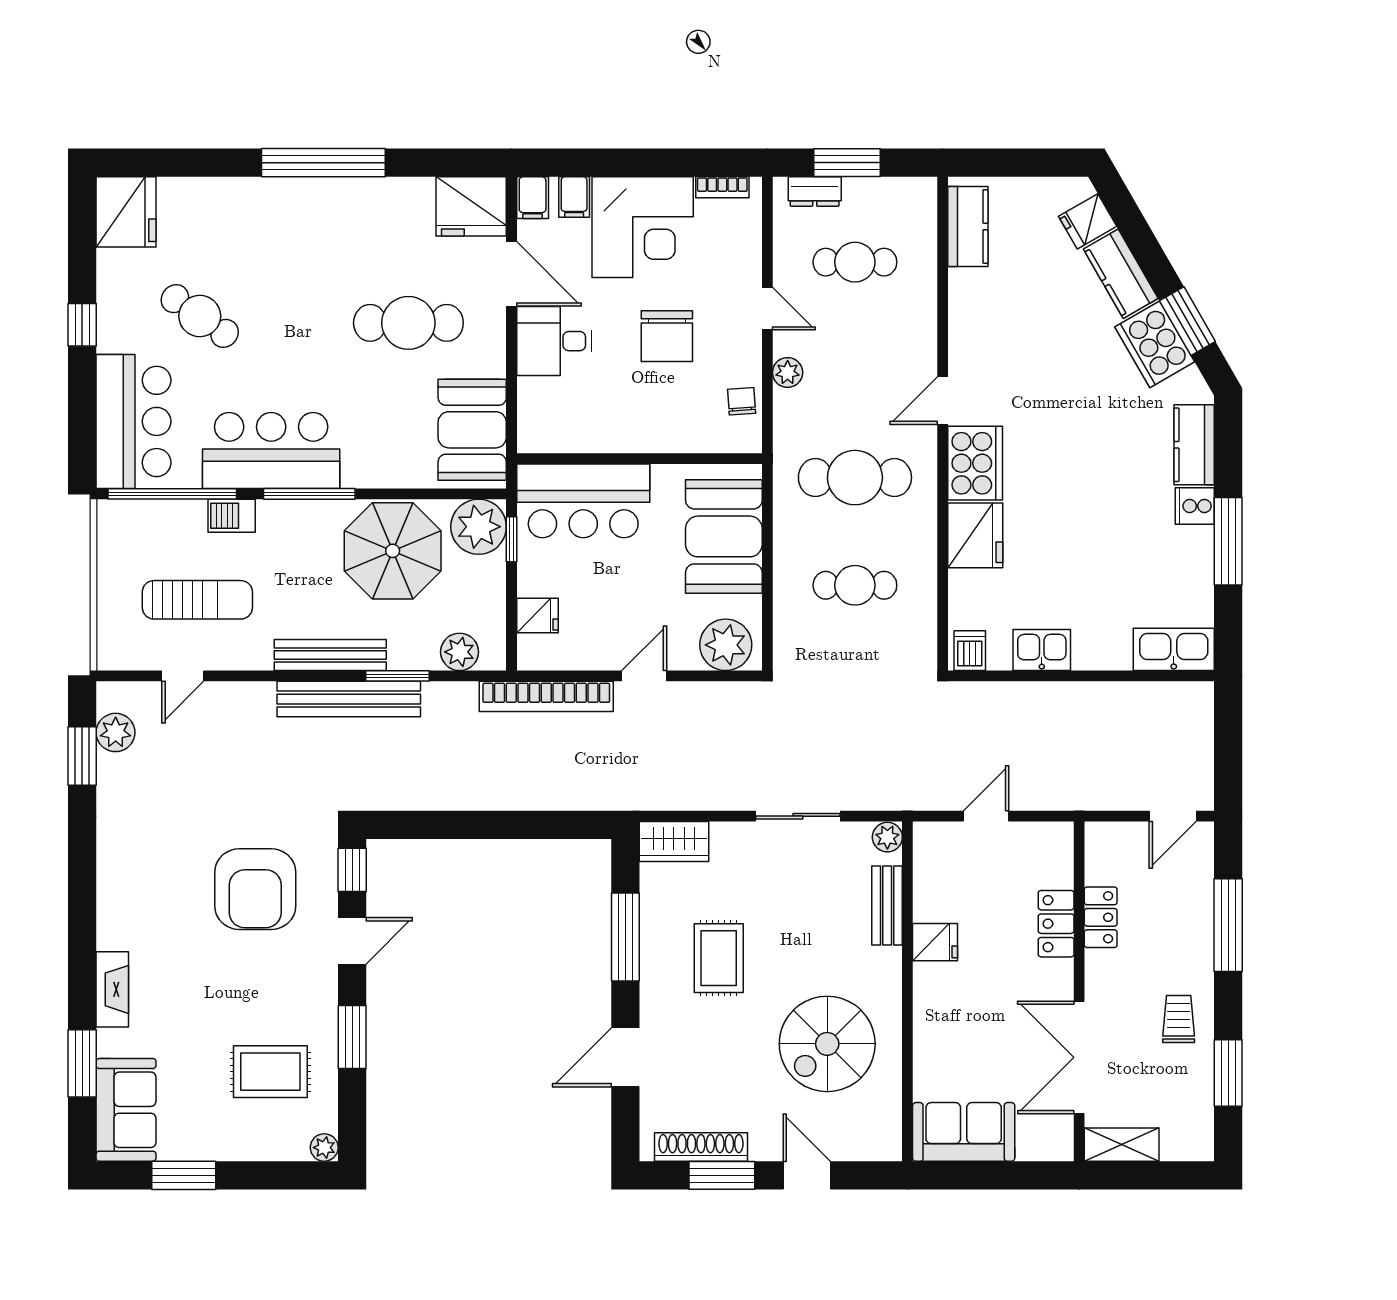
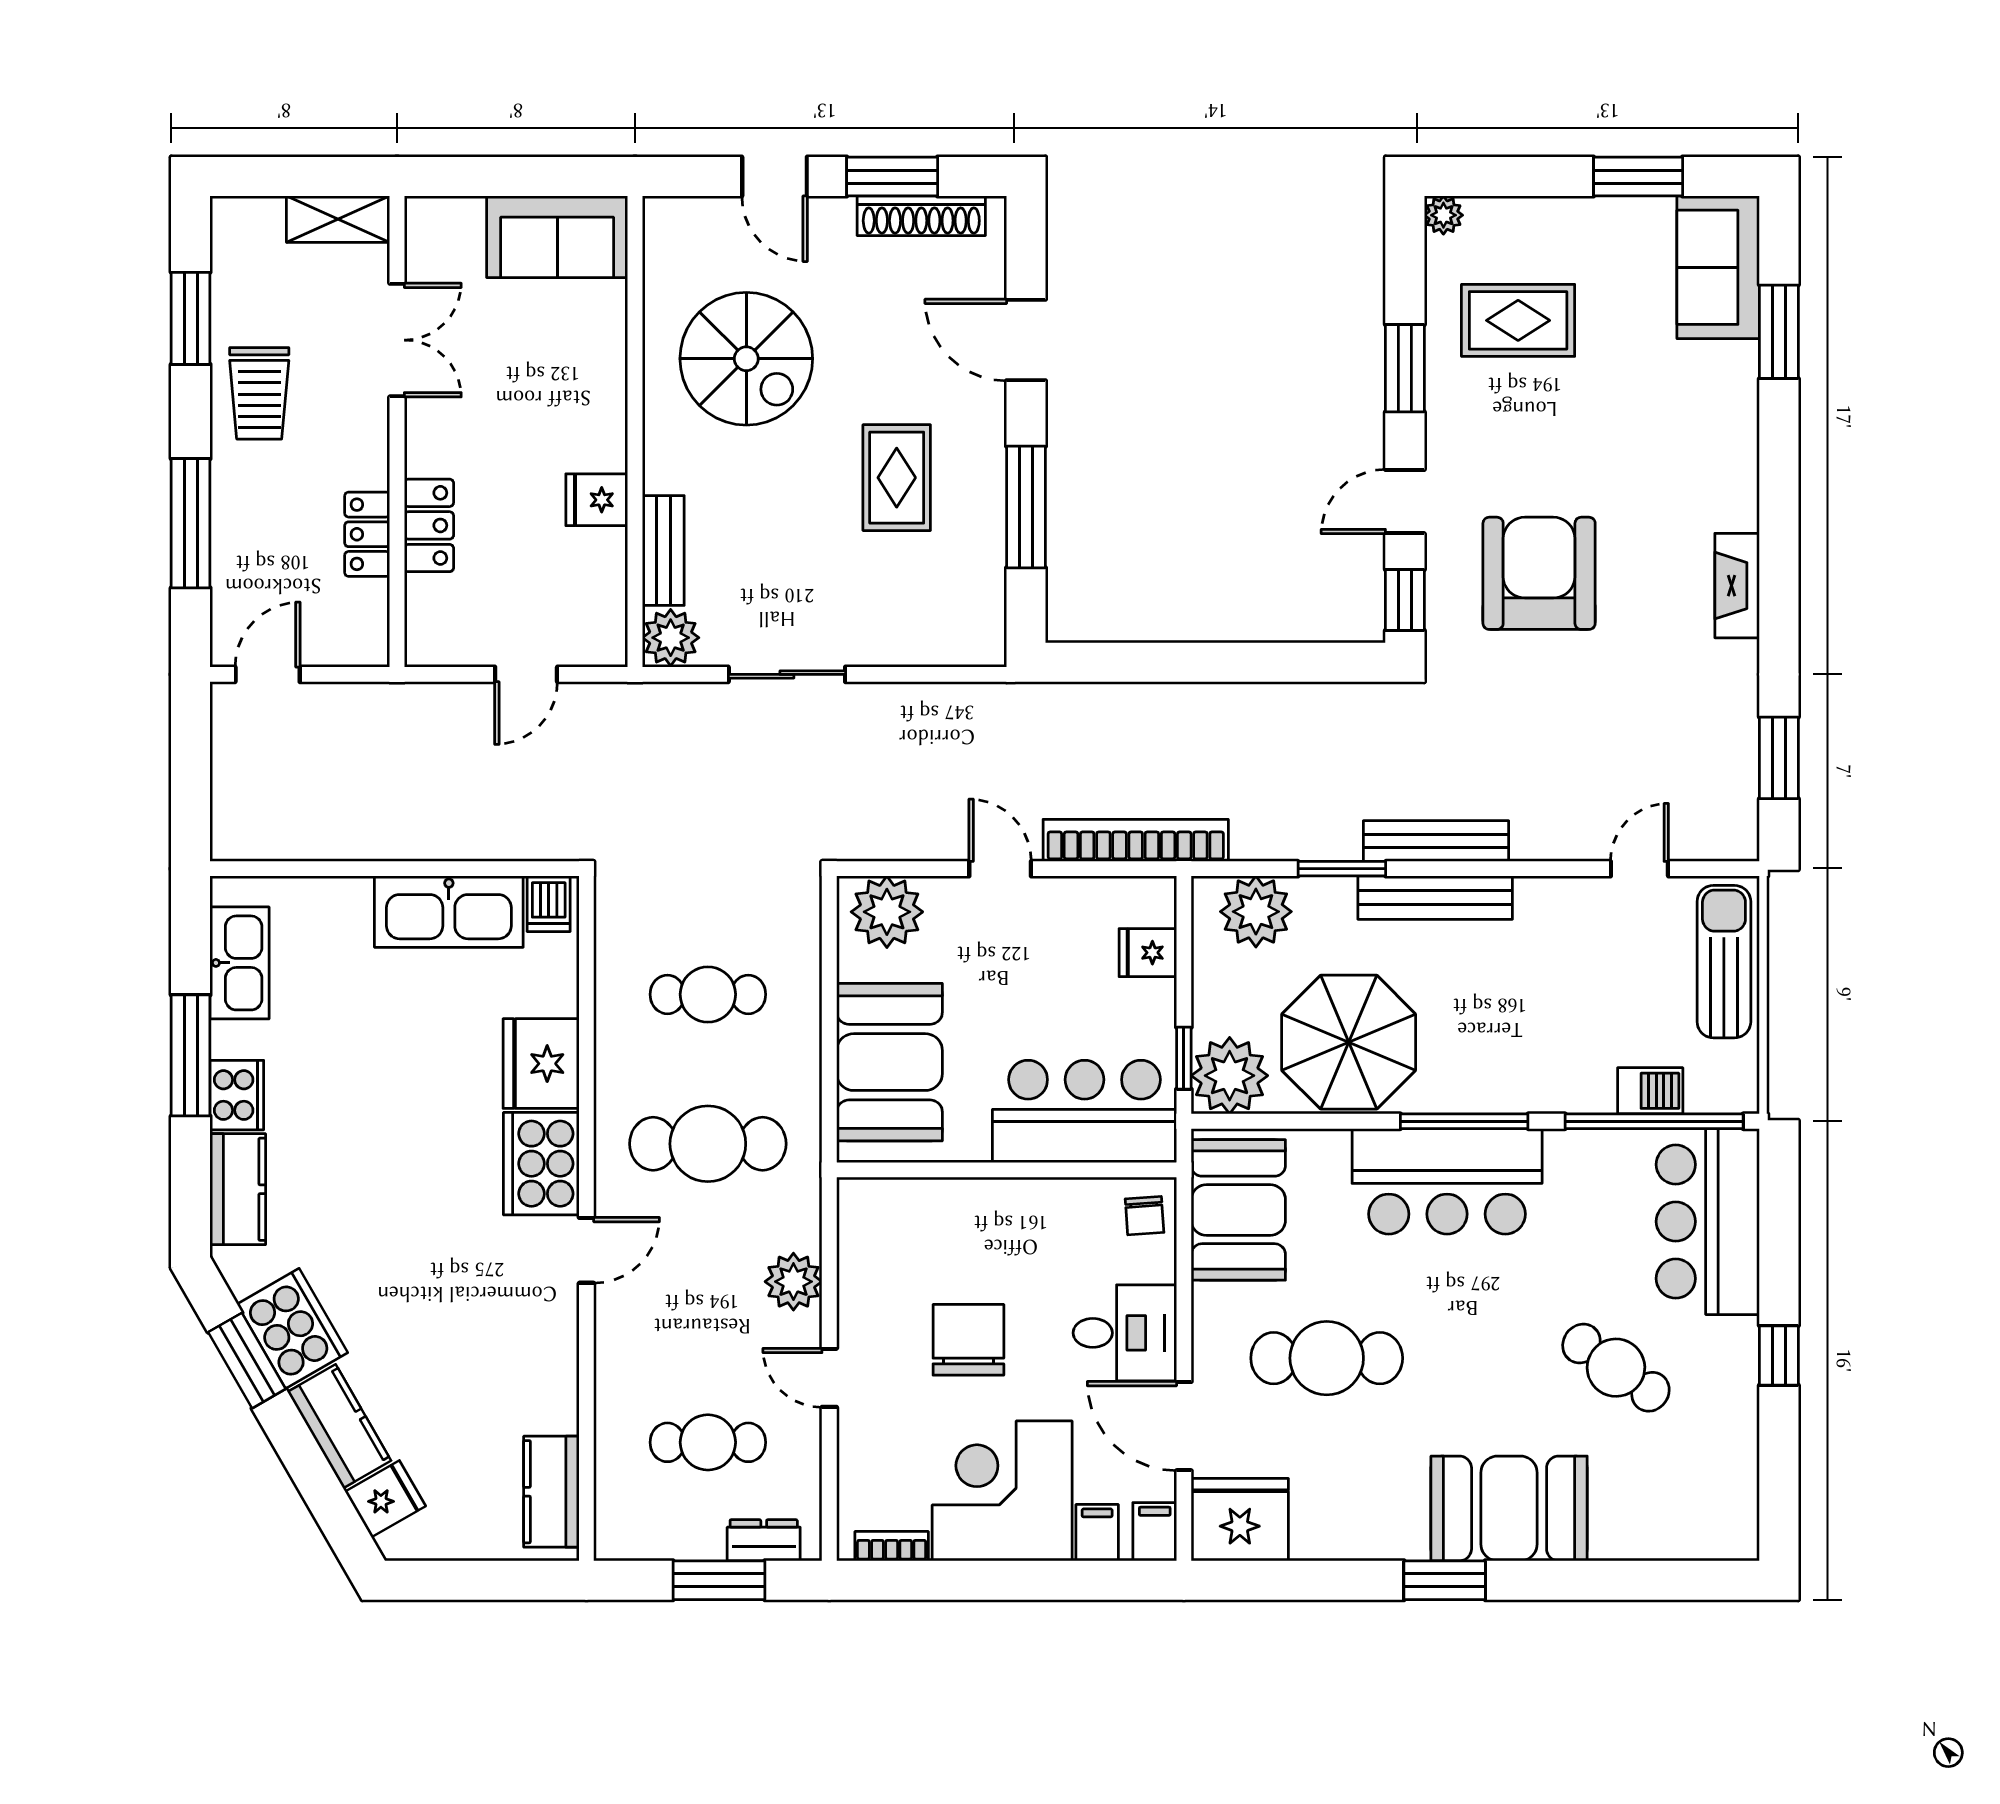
window: (323, 163) -> (1445, 1580), width x0.47
fridge: (126, 212) -> (1718, 1512), removed
booth: (277, 214) -> (1509, 1508), added
plant: (788, 372) -> (793, 1282), width x1.38, depth x1.38
chair: (742, 401) -> (1145, 1216), moved
bar counter: (271, 450) -> (1447, 1181), moved
cooker: (1195, 506) -> (237, 1095), width x1.36
barbecue: (232, 516) -> (1650, 1091), moved
sun lounger: (197, 600) -> (1724, 962), moved, turned 90
kitchen sink: (1174, 649) -> (239, 963), moved, turned -90
kitchen sink: (1042, 650) -> (449, 912), width x1.87, depth x1.24
plant: (460, 652) -> (1256, 912), width x1.36, depth x1.36
door: (644, 676) -> (1000, 869), swing flipped
bench: (349, 699) -> (1436, 841), width x0.73, depth x0.82
plant: (116, 732) -> (1733, 790), removed
plant: (887, 837) -> (671, 638), width x1.38, depth x1.38
wardrobe: (674, 841) -> (959, 639), removed
fireplace: (112, 989) -> (1737, 586), moved
trolley: (1179, 1019) -> (259, 393), width x1.36, depth x1.39
spiral stairs: (827, 1044) -> (746, 359), turned 90
door: (625, 1057) -> (1026, 340), swing flipped
double door: (1079, 1057) -> (397, 340), width x0.73

